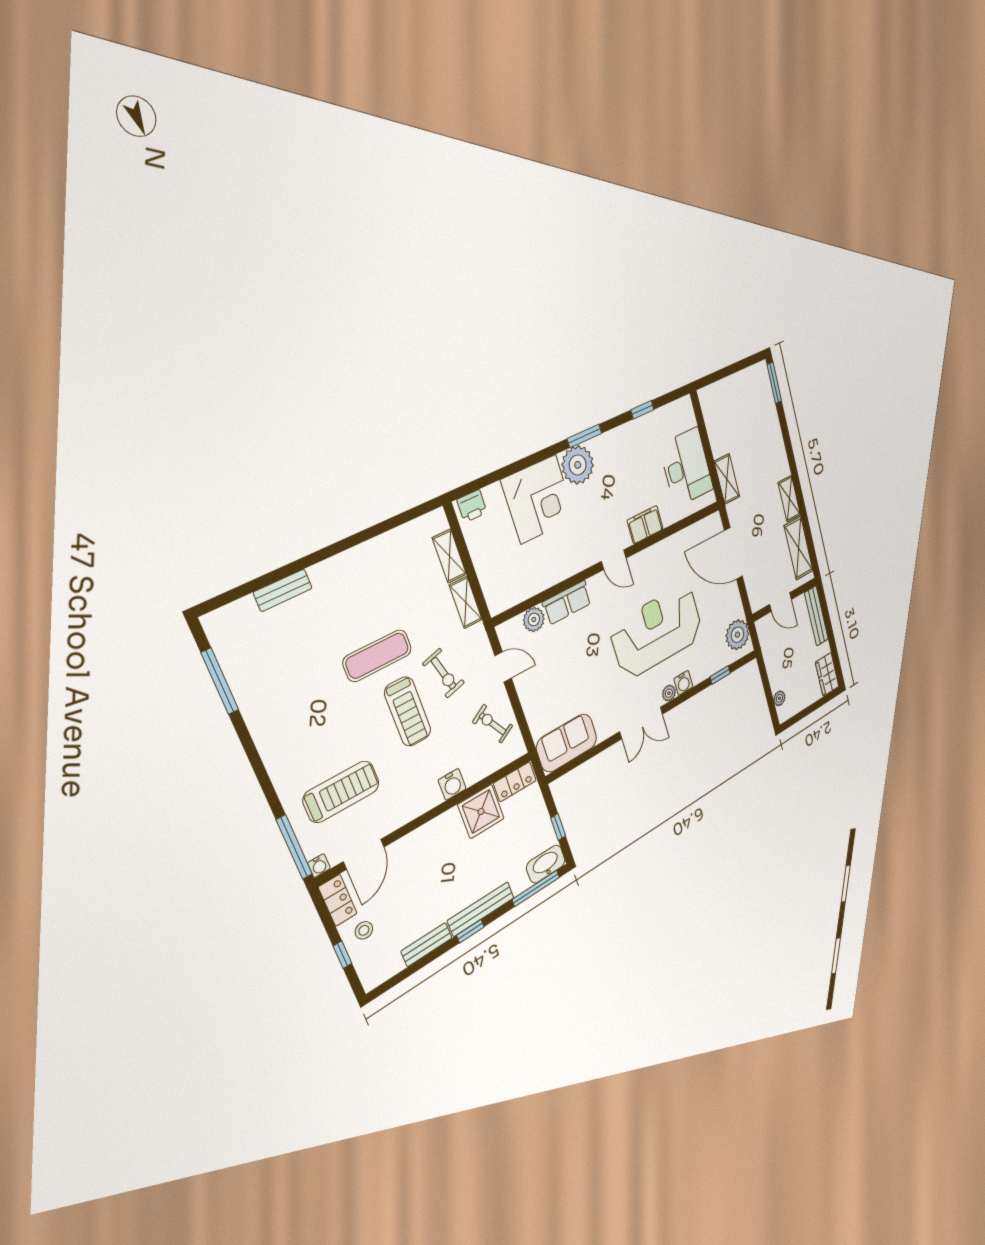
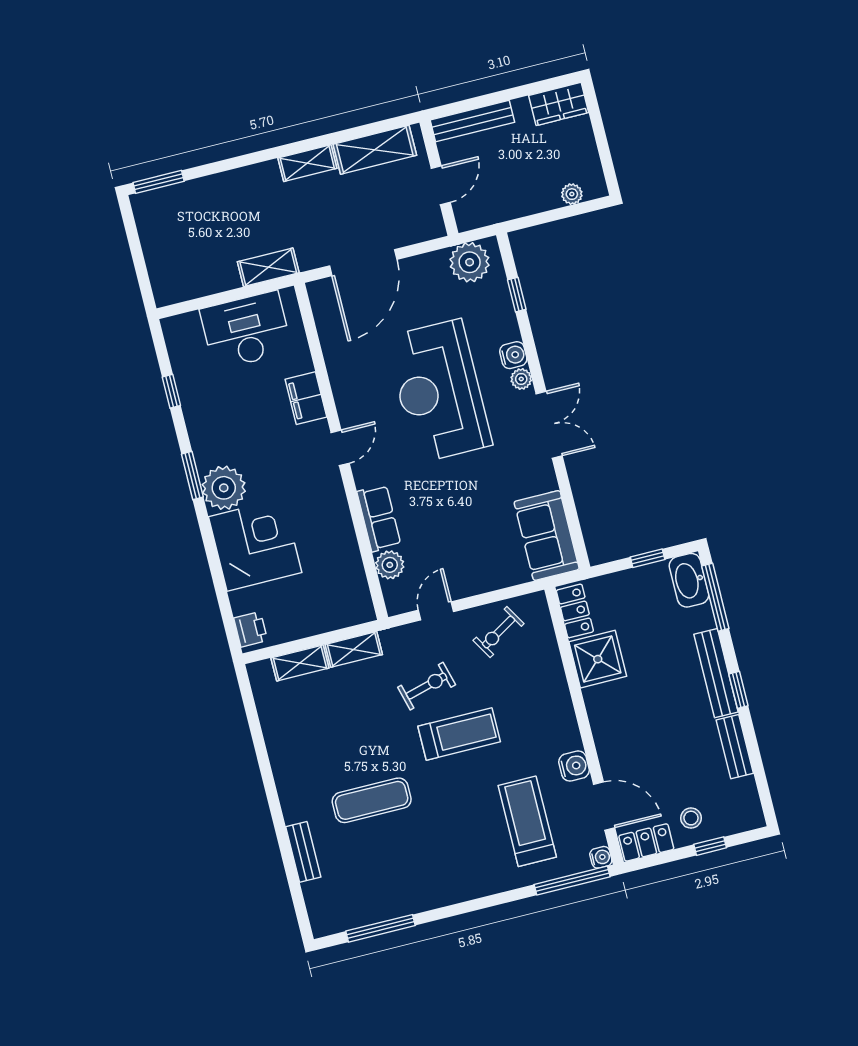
exercise mat: (377, 656) -> (372, 800), moved, turned 90
water cooler: (452, 784) -> (574, 766), moved

